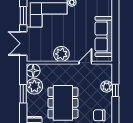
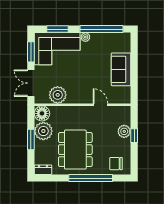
sofa: (104, 37) -> (121, 69), width x0.73
plant: (61, 54) -> (58, 95), moved
door: (85, 63) -> (100, 105), hinge flipped

